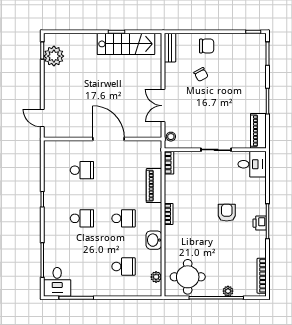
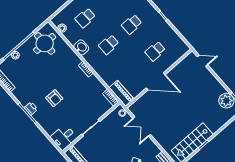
double door: (163, 106) -> (142, 126), swing flipped
piano: (154, 186) -> (121, 93), moved

